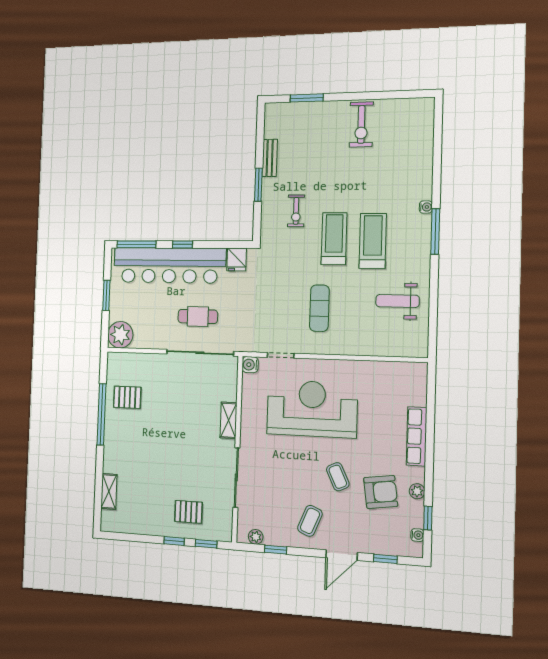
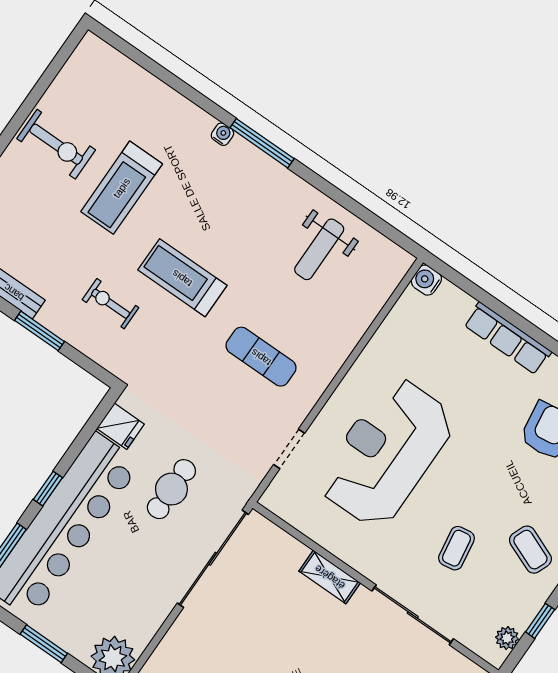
exercise bike: (296, 211) -> (111, 304), turned 180
treadmill: (373, 241) -> (122, 188), moved, turned -90
cafe table: (198, 316) -> (171, 489), moved
water cooler: (250, 365) -> (426, 280), moved, turned 90
coffee table: (338, 477) -> (456, 548), moved, turned -74

